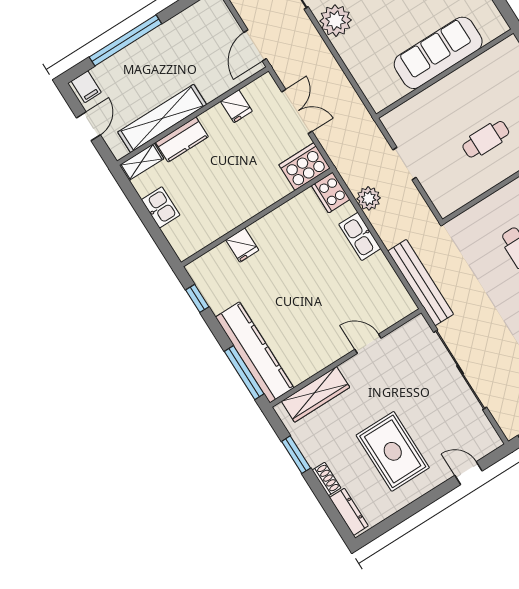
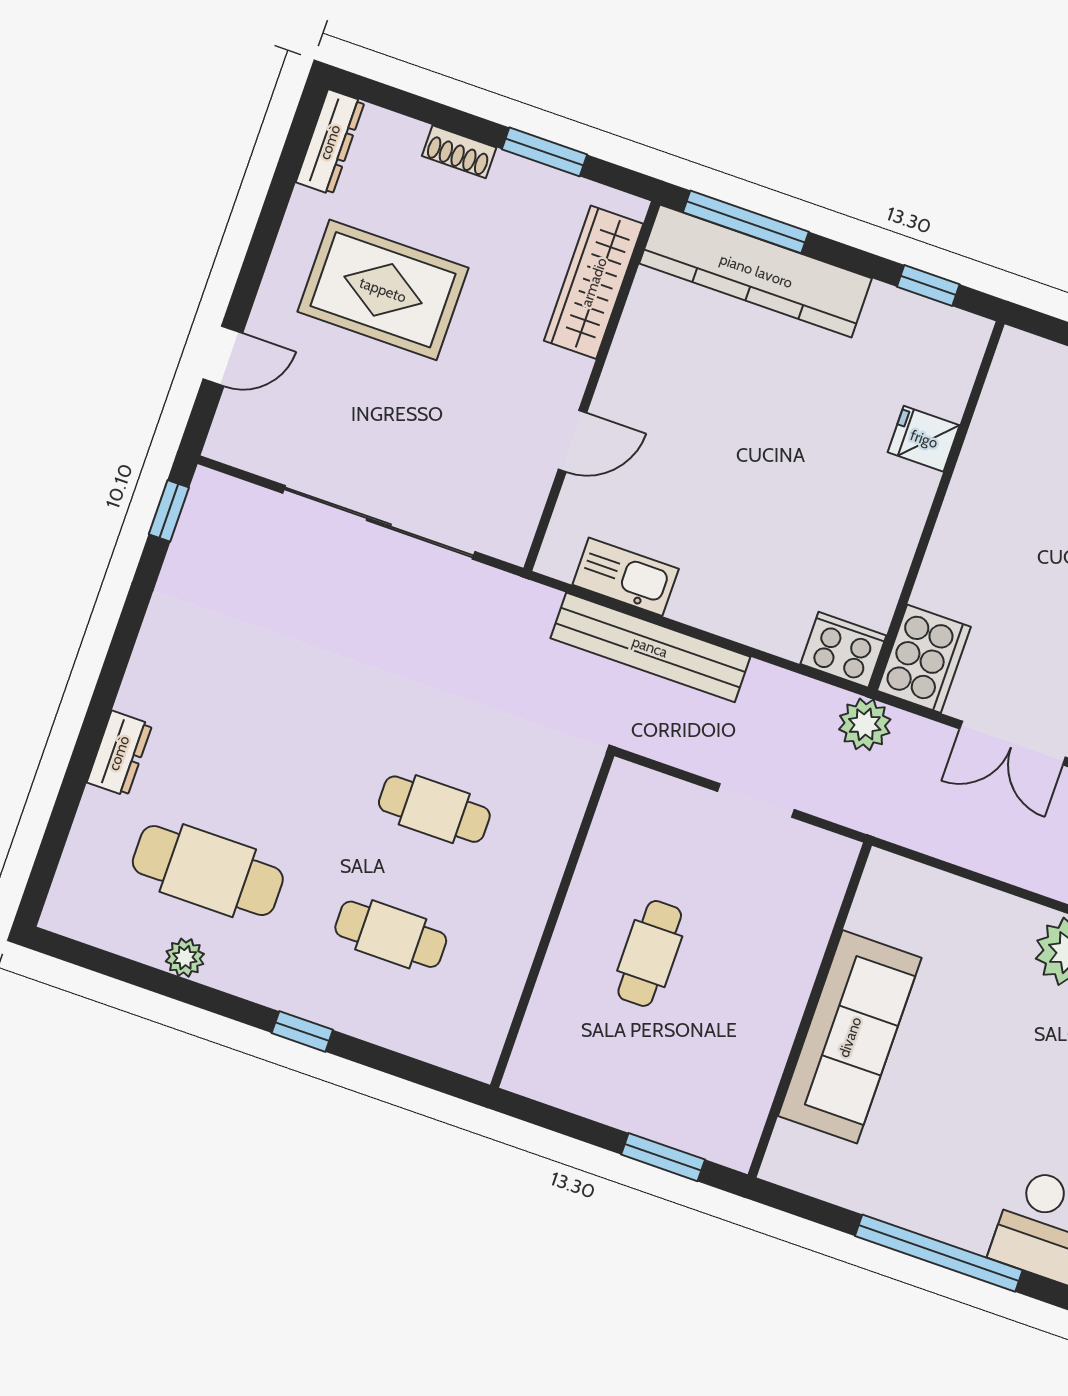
plant: (369, 198) -> (865, 724), moved
kitchen sink: (360, 236) -> (626, 577), moved
bench: (421, 283) -> (650, 647), moved
dresser: (349, 512) -> (330, 142), moved, turned -90

